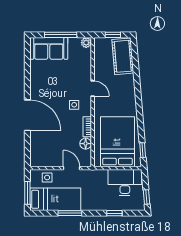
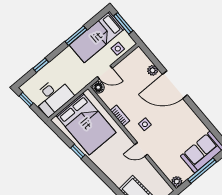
plant: (35, 140) -> (153, 70), added
floor lamp: (86, 144) -> (98, 87), moved
window: (143, 150) -> (78, 151), moved

